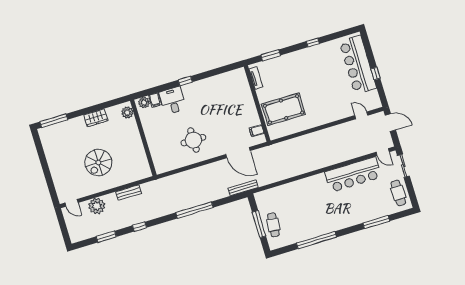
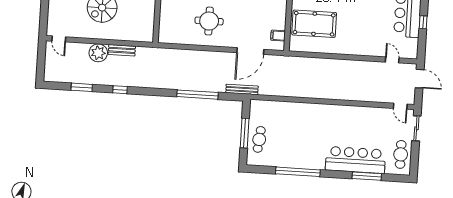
door: (238, 153) -> (250, 51), hinge flipped
bar counter: (353, 175) -> (355, 160), moved, turned 180
plant: (97, 206) -> (98, 53), moved
window: (195, 210) -> (198, 95), moved

